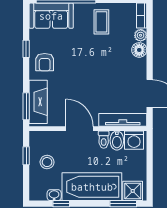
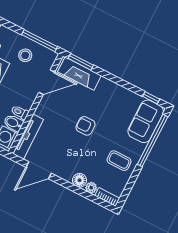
window: (26, 49) -> (151, 98), moved
armchair: (45, 62) -> (86, 126), moved
door: (80, 129) -> (47, 82), moved
window: (26, 156) -> (39, 41), width x2.17

